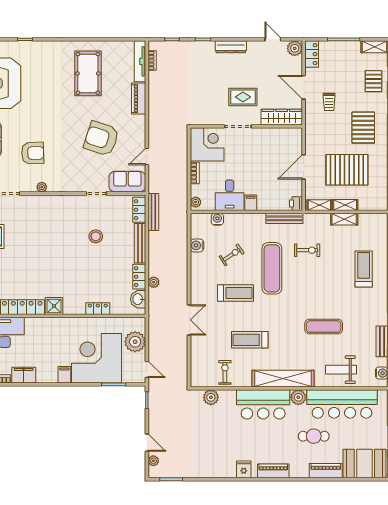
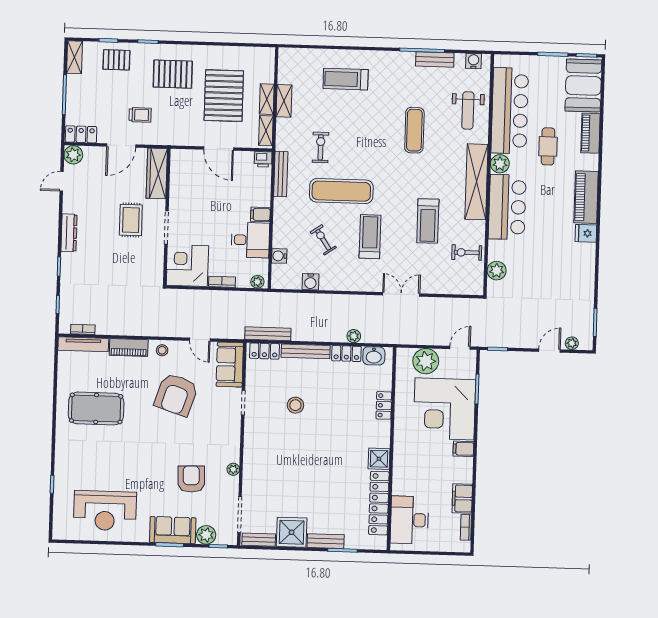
stool: (137, 126) -> (162, 350), added
piano: (273, 471) -> (586, 197), width x1.37, depth x1.33

